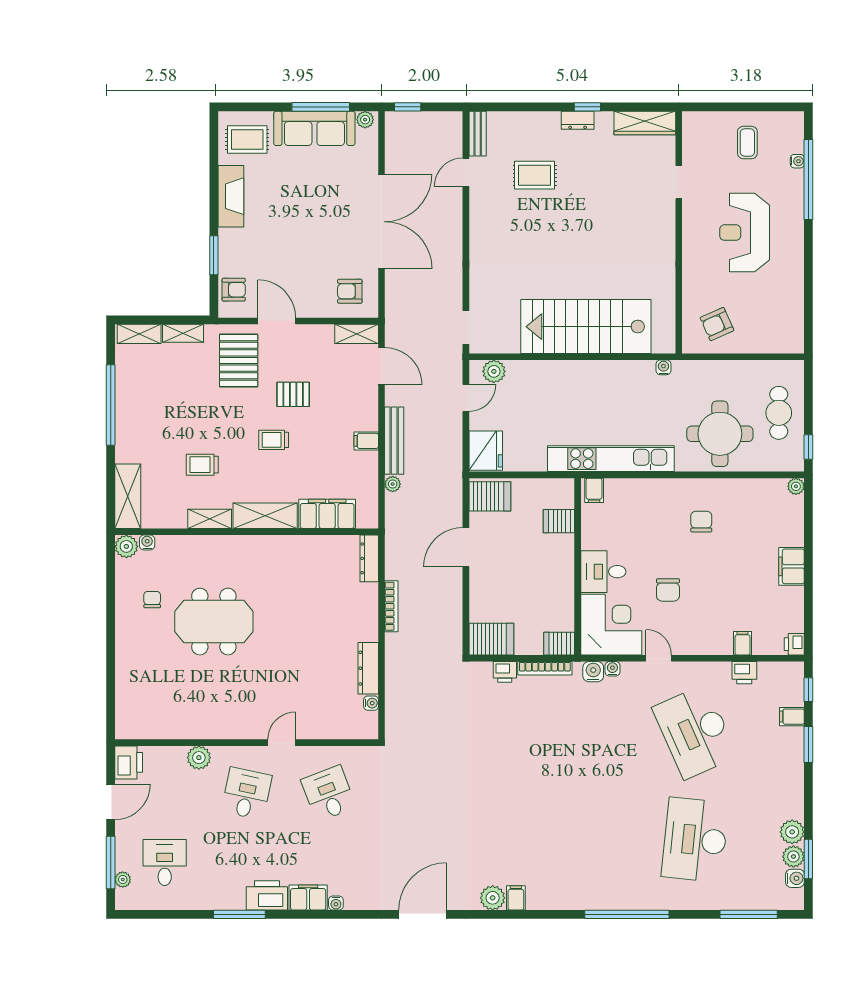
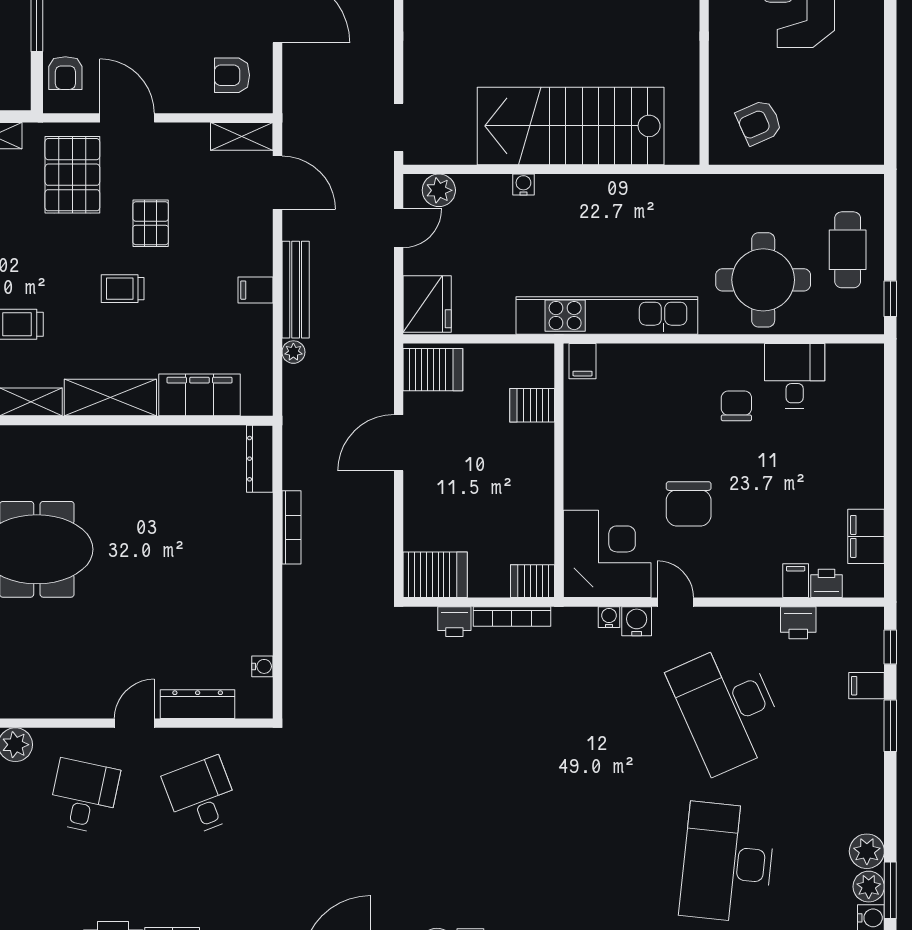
armchair: (234, 290) -> (65, 73), turned 90
water cooler: (663, 367) -> (523, 185), moved
pallet: (293, 394) -> (151, 223), turned 90
plant: (796, 486) -> (872, 355), removed
filing cabinet: (792, 566) -> (866, 536), moved
desk: (603, 572) -> (795, 376), moved, turned 90
chair: (668, 590) -> (689, 504), width x1.37, depth x1.37
printer: (794, 644) -> (826, 583), moved, turned 90
dresser: (368, 668) -> (198, 704), moved, turned 90
water cooler: (593, 672) -> (637, 621), moved

